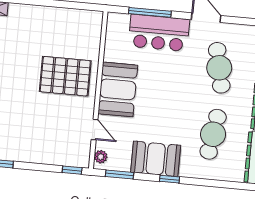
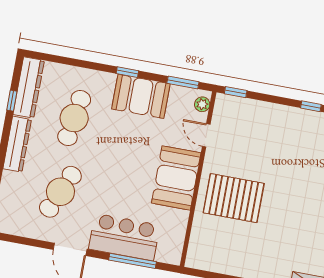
cafe table: (219, 68) -> (60, 192), turned 36

